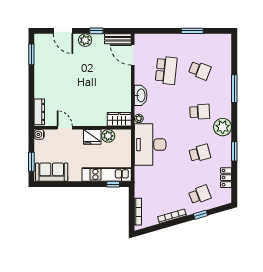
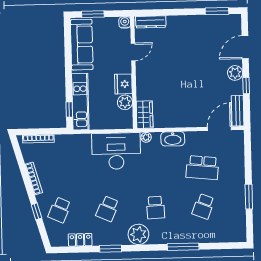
school desk: (200, 153) -> (108, 209), turned 39
sofa: (52, 172) -> (82, 45), width x1.36
school desk: (200, 195) -> (60, 210), turned 45

